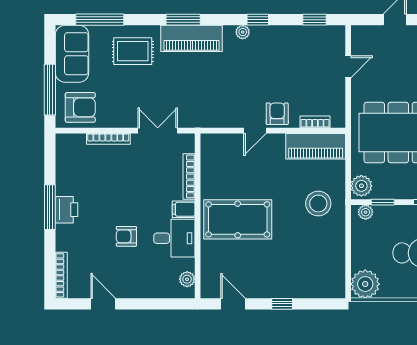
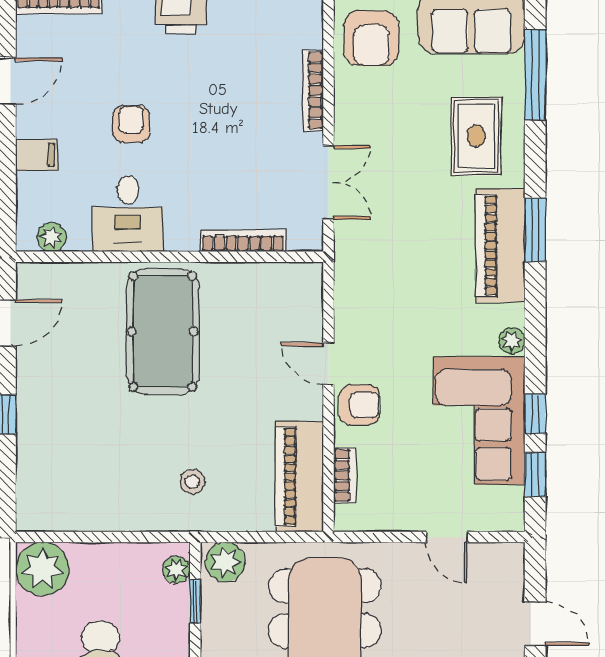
window: (258, 20) -> (535, 414), moved
corner sofa: (286, 50) -> (479, 421), added
stool: (318, 204) -> (192, 482), width x0.53, depth x0.53
filing cabinet: (184, 209) -> (37, 155), moved, turned 90

